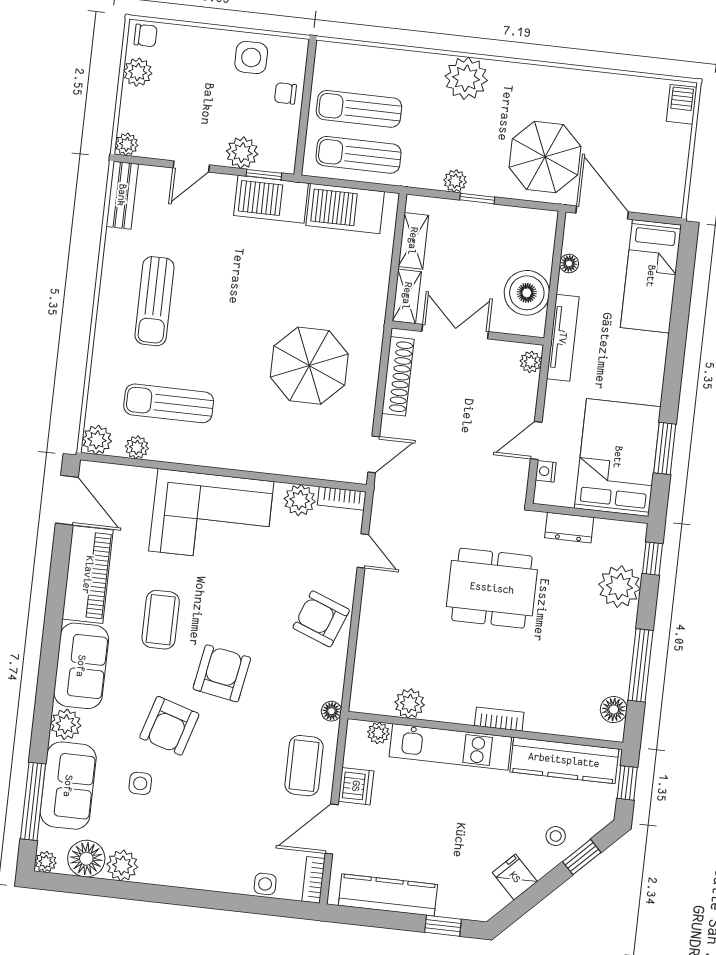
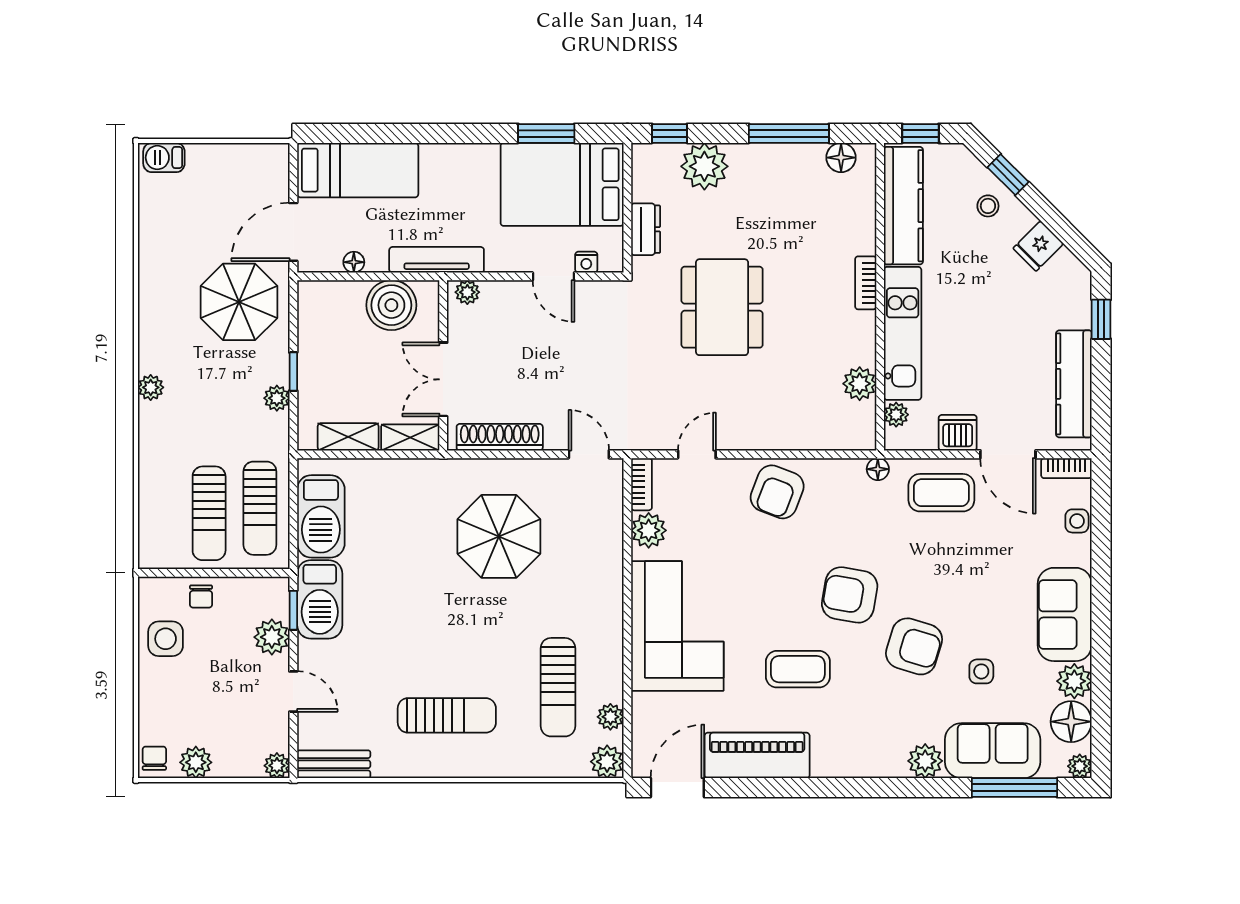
plant: (466, 78) -> (151, 387), width x0.53, depth x0.53
sofa: (81, 666) -> (1065, 614), moved, turned -90

